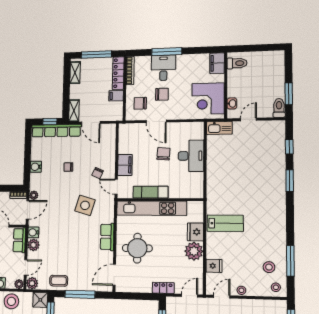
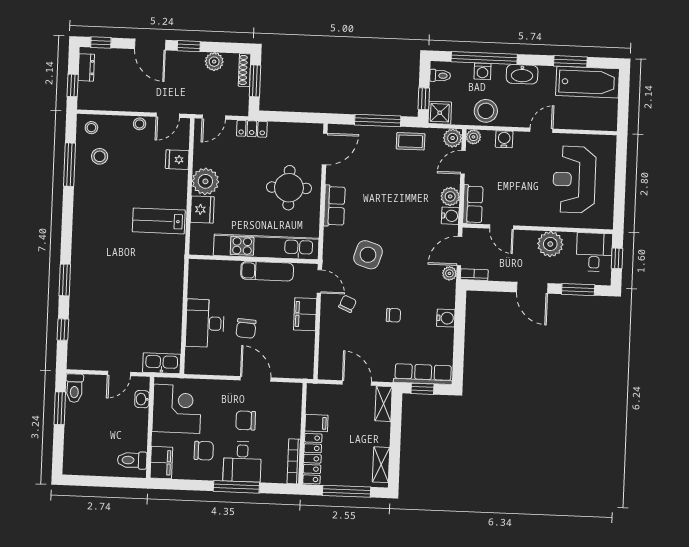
chair: (140, 103) -> (204, 451), moved
row of seats: (56, 131) -> (423, 374), width x0.73

